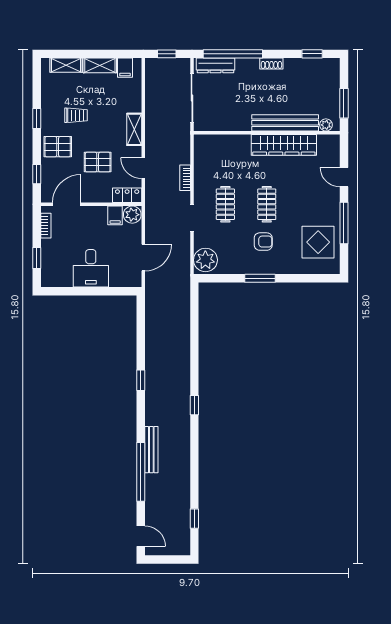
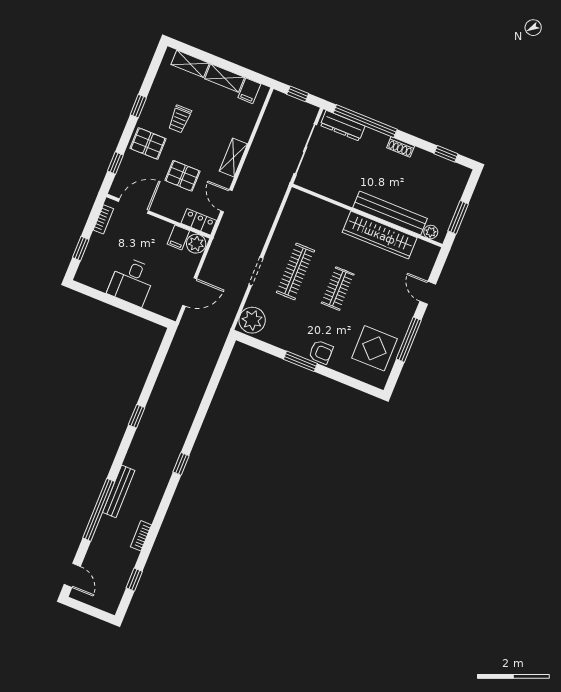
trolley: (76, 115) -> (180, 119), turned 90
bookcase: (185, 178) -> (141, 536), moved
clothes rail: (225, 204) -> (295, 272), width x1.36
armchair: (263, 242) -> (321, 352), moved

